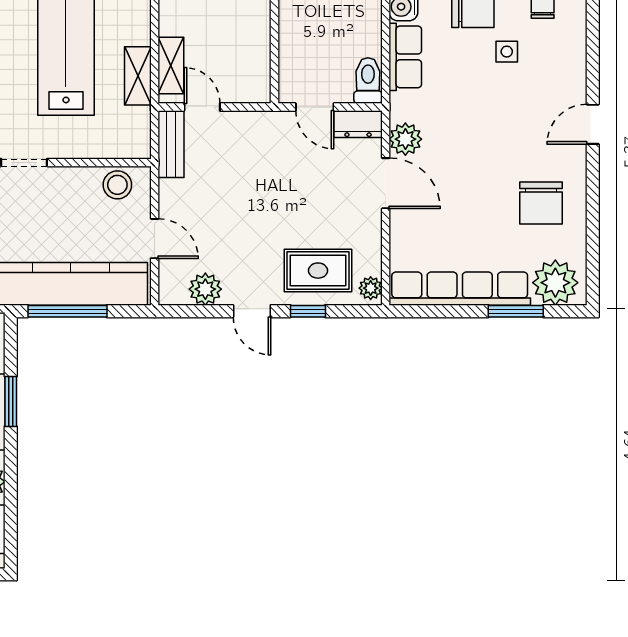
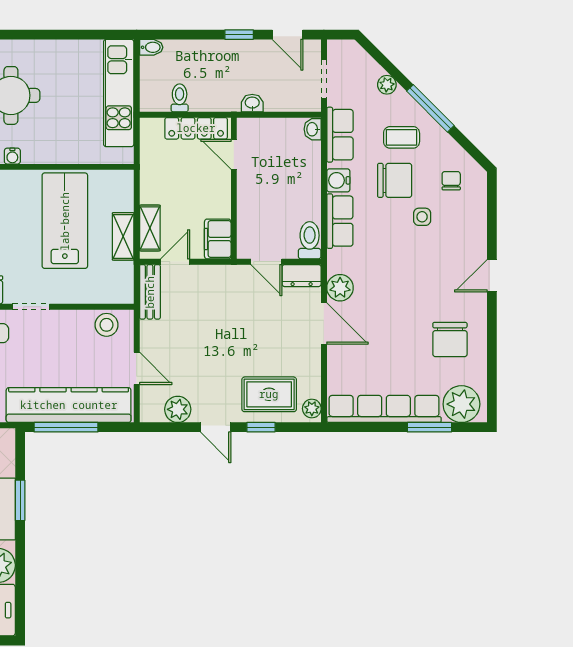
filing cabinet: (255, 79) -> (218, 239), added
door: (202, 107) -> (175, 262), hinge flipped

